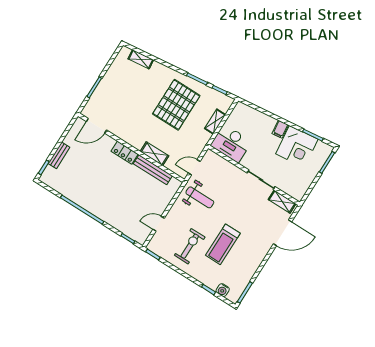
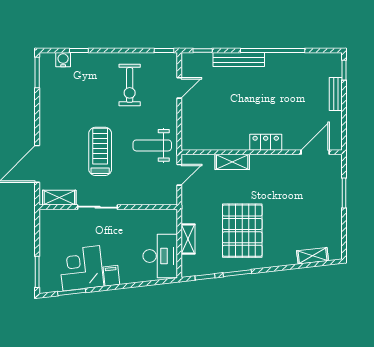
desk: (231, 143) -> (160, 256), moved, turned 90
bench: (153, 170) -> (239, 60), moved
treadmill: (223, 244) -> (100, 151), moved

